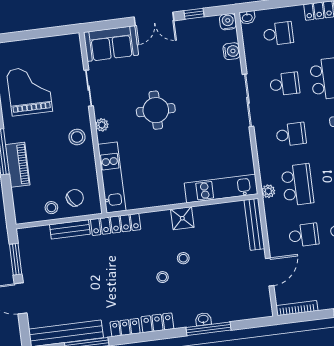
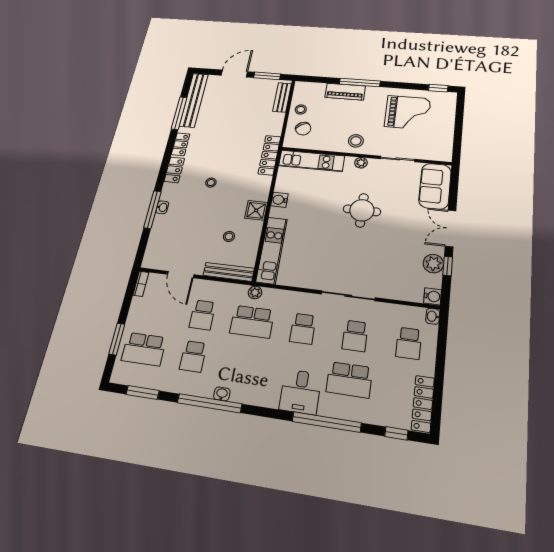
plant: (195, 28) -> (433, 264), added
water cooler: (232, 51) -> (279, 200), moved, turned 90
bench: (70, 229) -> (282, 97), moved
stool: (183, 258) -> (229, 236), moved
bookcase: (297, 308) -> (141, 284), width x0.64

